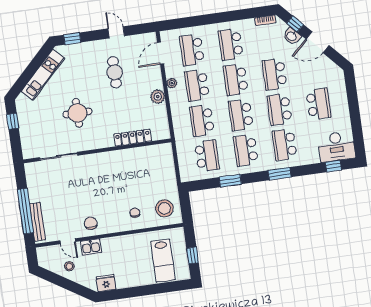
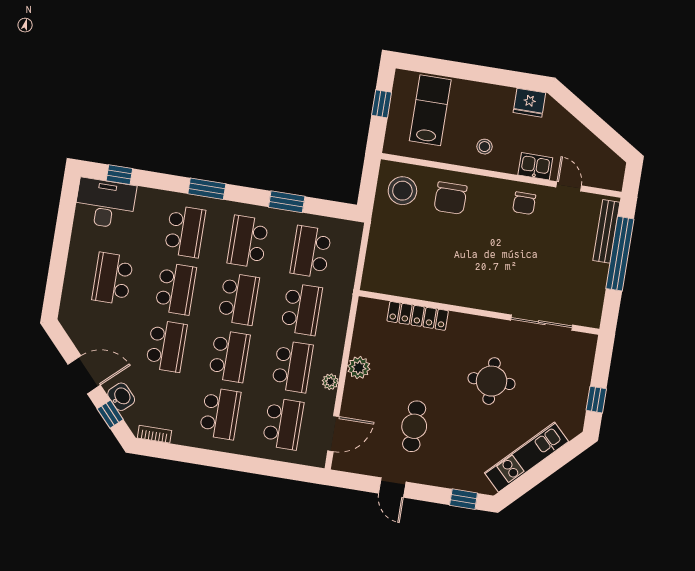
school desk: (246, 150) -> (248, 242), turned 180
chair: (135, 213) -> (451, 198), width x1.87, depth x1.87
stool: (69, 266) -> (485, 147), moved

